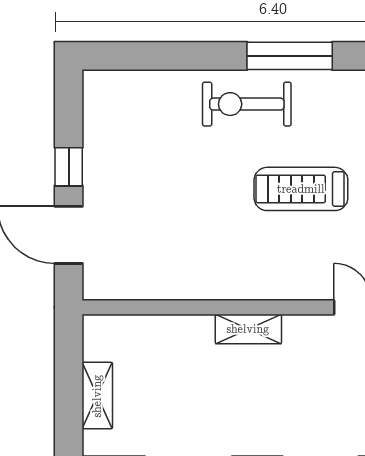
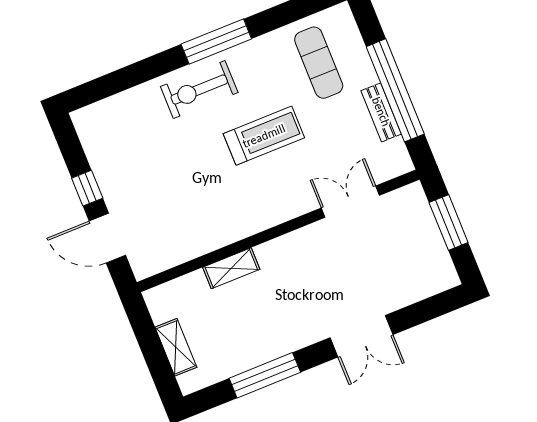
treadmill: (301, 189) -> (264, 136), turned 180
shelving: (248, 329) -> (231, 268), moved

